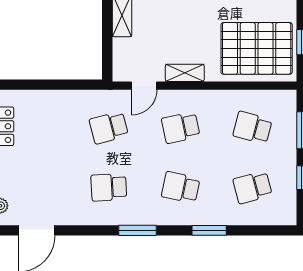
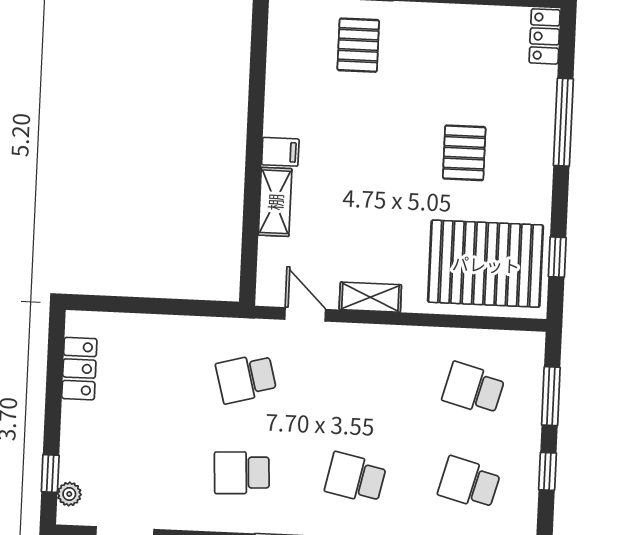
door: (144, 86) -> (305, 314), swing flipped
school desk: (181, 128) -> (360, 383), removed
school desk: (253, 187) -> (469, 483), turned 30

